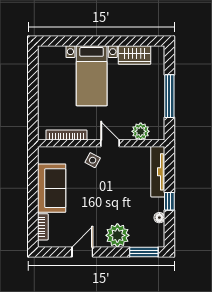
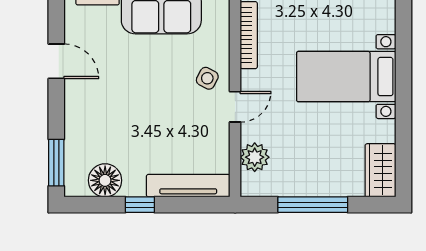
wardrobe: (134, 55) -> (380, 170), moved
floor lamp: (159, 218) -> (105, 180), width x1.89, depth x1.89
plant: (117, 235) -> (84, 119), removed

